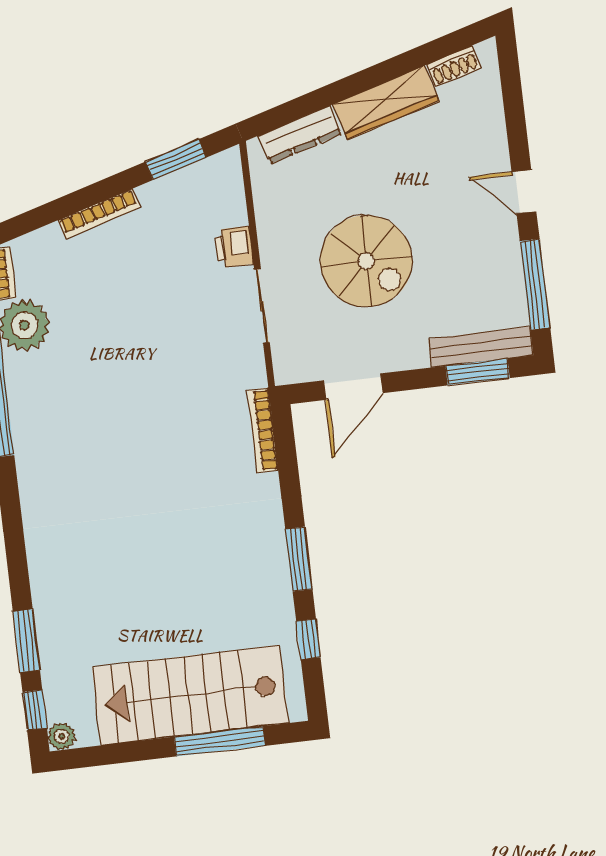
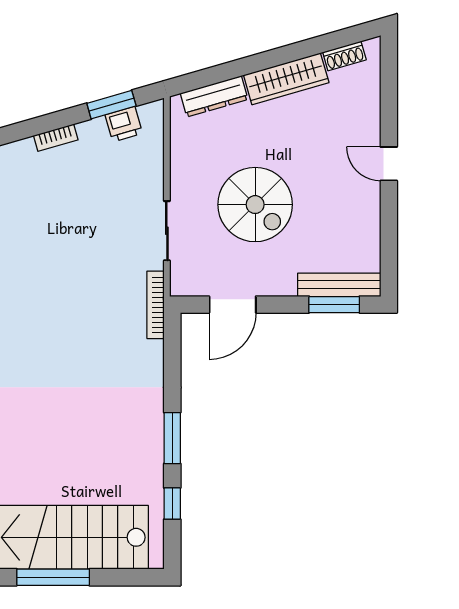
bookcase: (99, 214) -> (56, 138), width x0.64
printer: (234, 247) -> (124, 124), moved, turned -106
window: (535, 284) -> (389, 240), removed
bookcase: (263, 430) -> (156, 305), moved
window: (220, 741) -> (53, 577), moved

